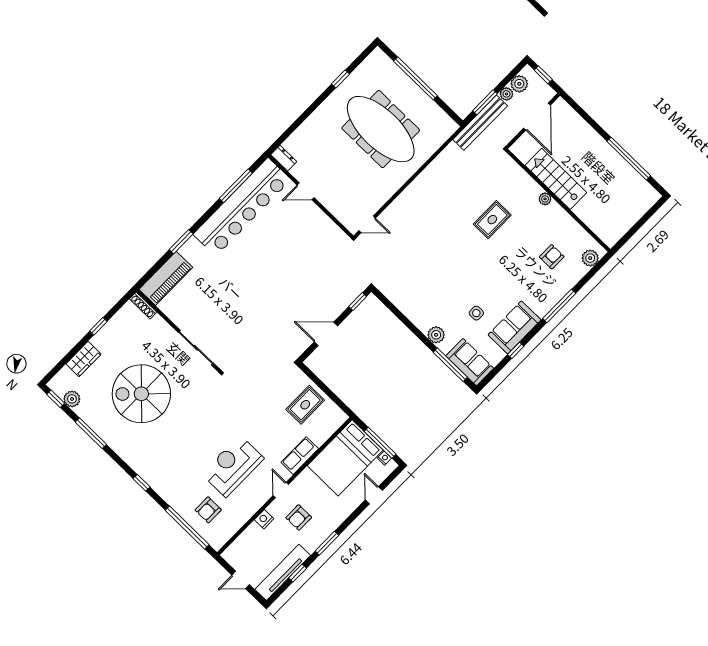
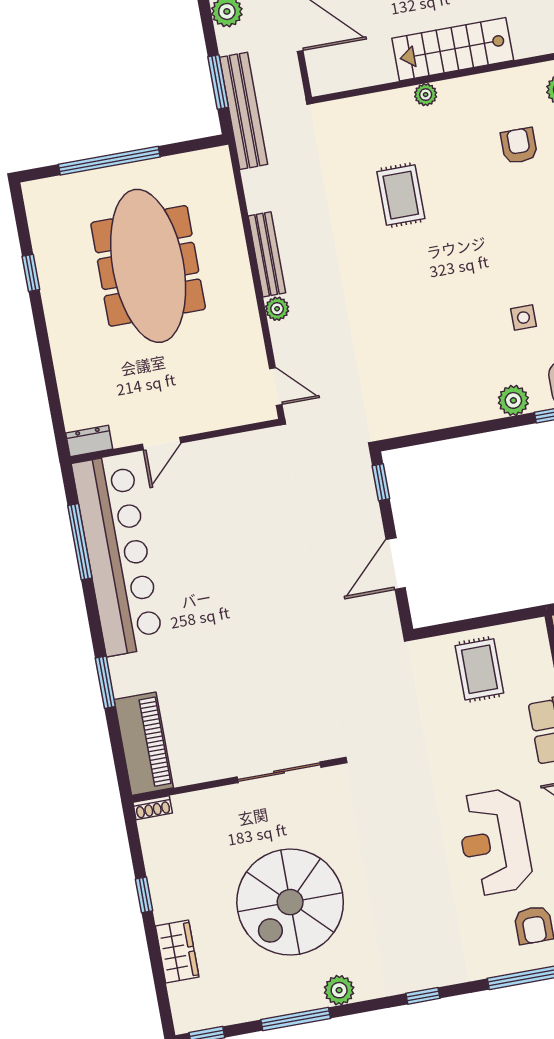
plant: (506, 94) -> (277, 309), moved
meeting table: (381, 129) -> (148, 266), turned 90
bench: (423, 179) -> (267, 254), added
stairs: (556, 179) -> (453, 49), moved
door: (367, 224) -> (276, 387), hinge flipped
shoe rack: (143, 306) -> (153, 808), width x0.70
plant: (72, 399) -> (339, 990), moved

